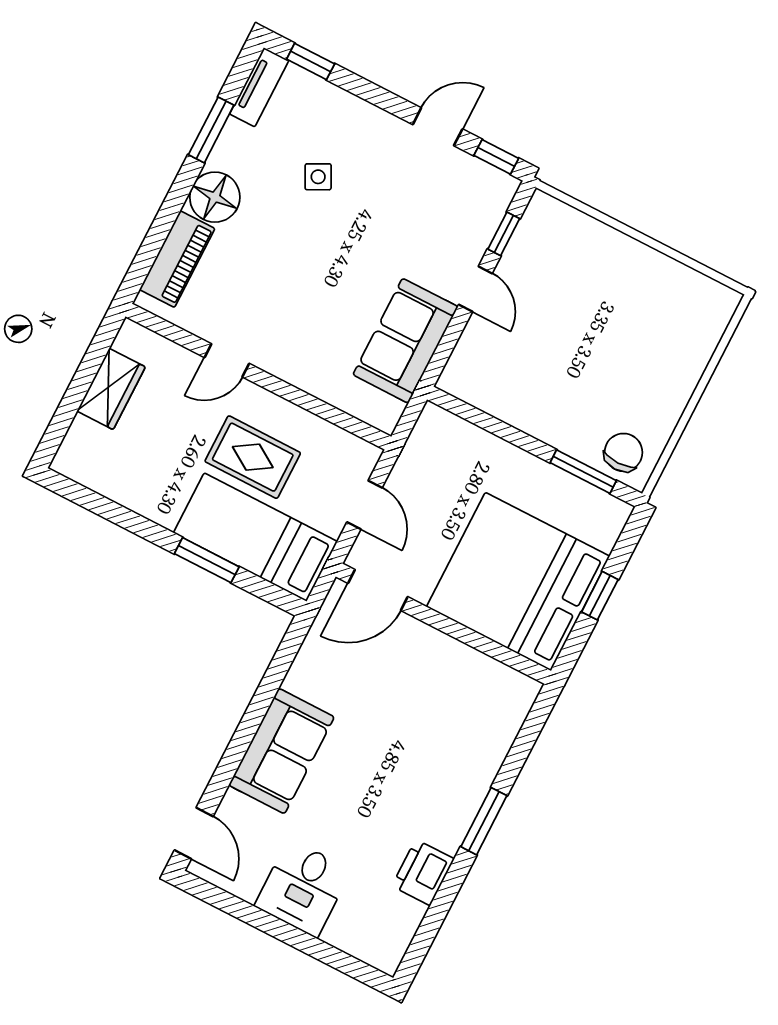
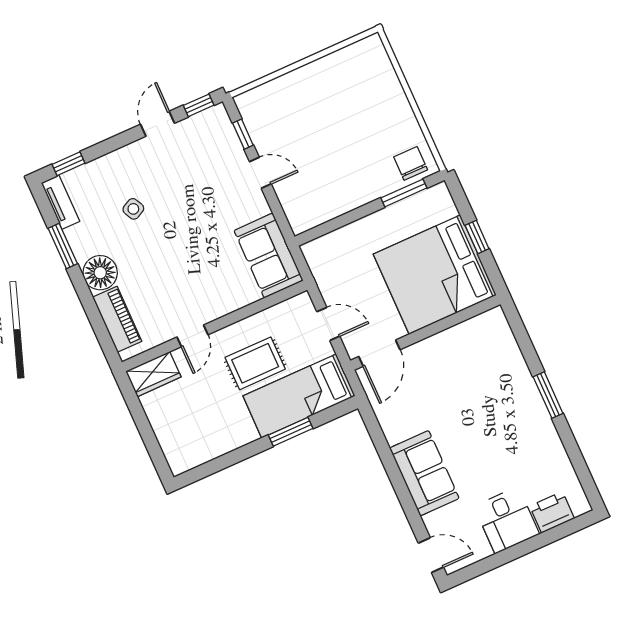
sofa: (405, 341) -> (269, 256), moved
wardrobe: (111, 389) -> (153, 374), moved, turned 90
printer: (423, 872) -> (552, 512), moved, turned 90

